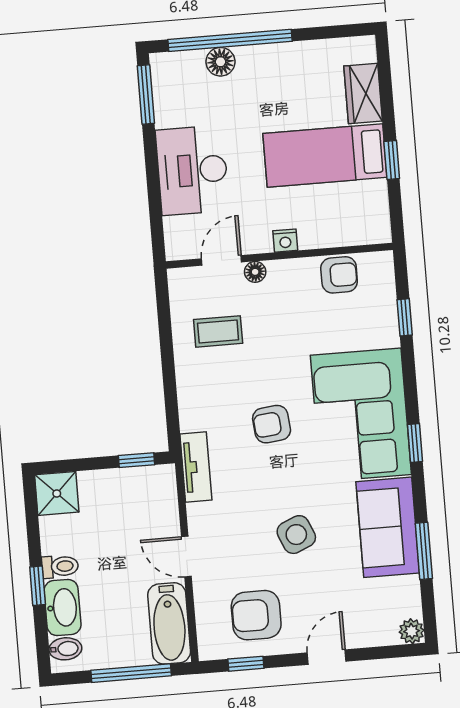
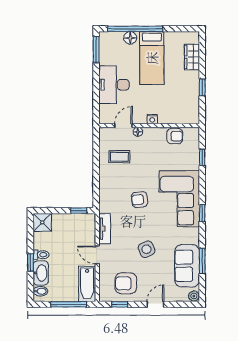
bed: (325, 155) -> (152, 58), moved, turned -90
tv unit: (196, 467) -> (105, 229), moved
sofa: (388, 527) -> (187, 266), moved

